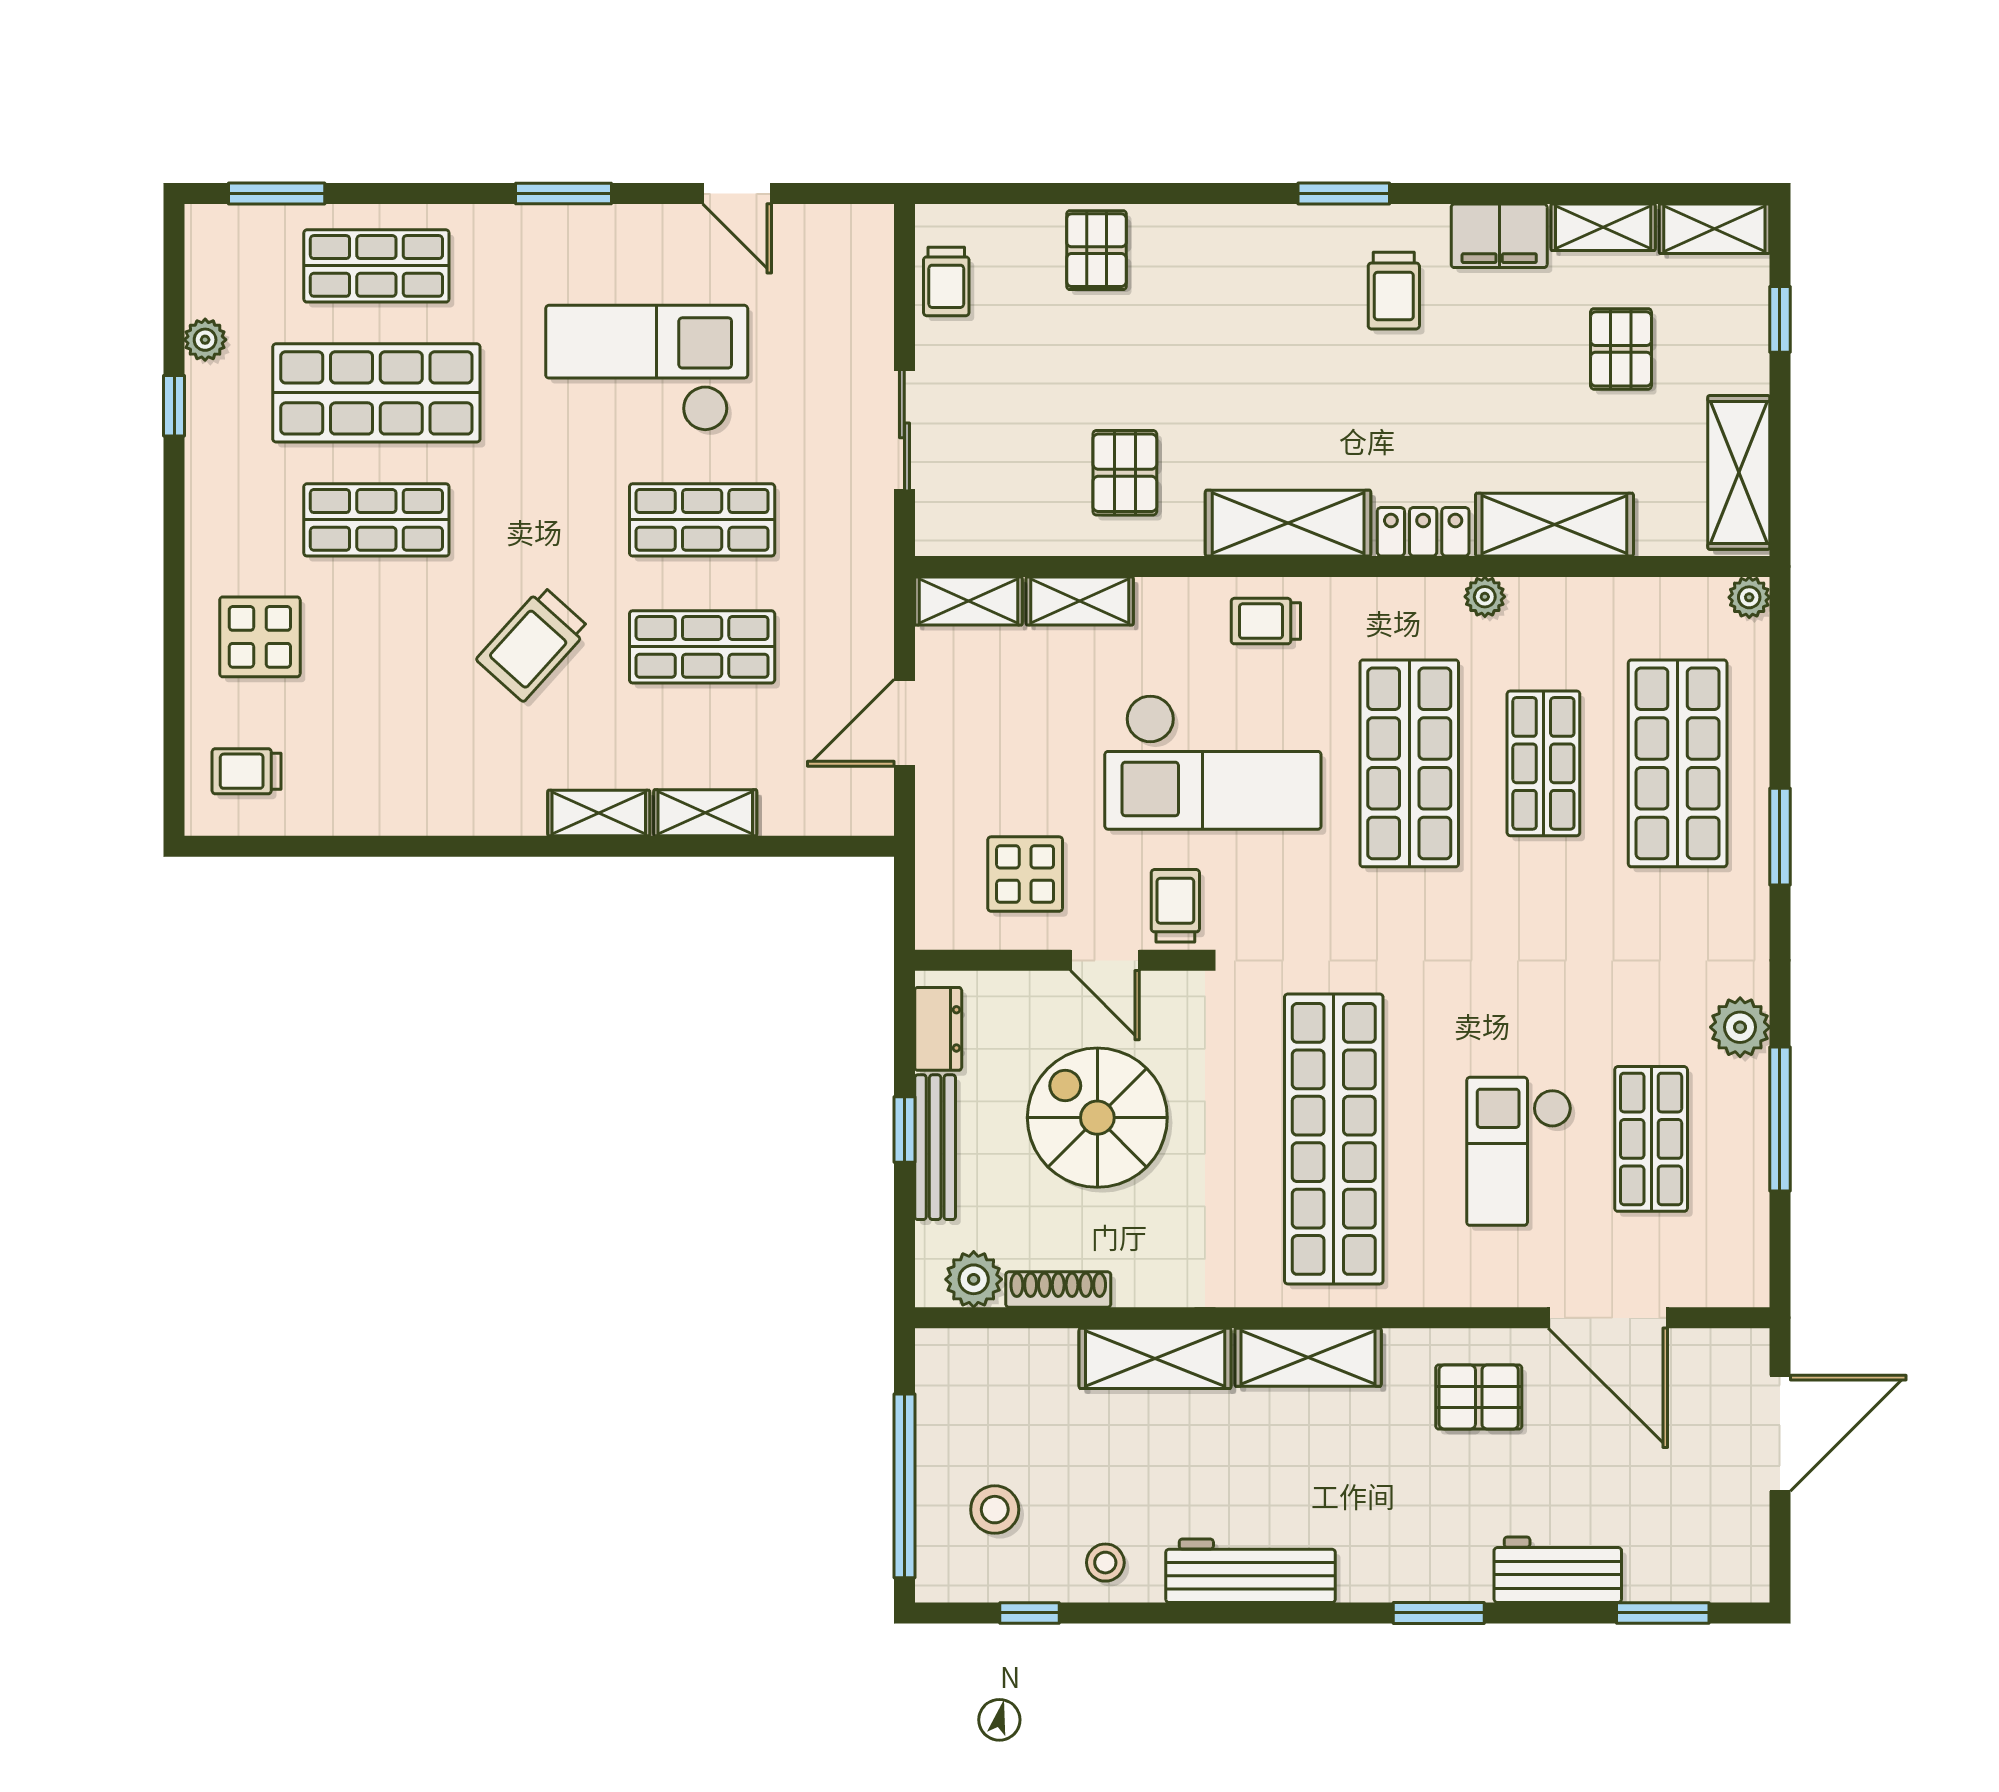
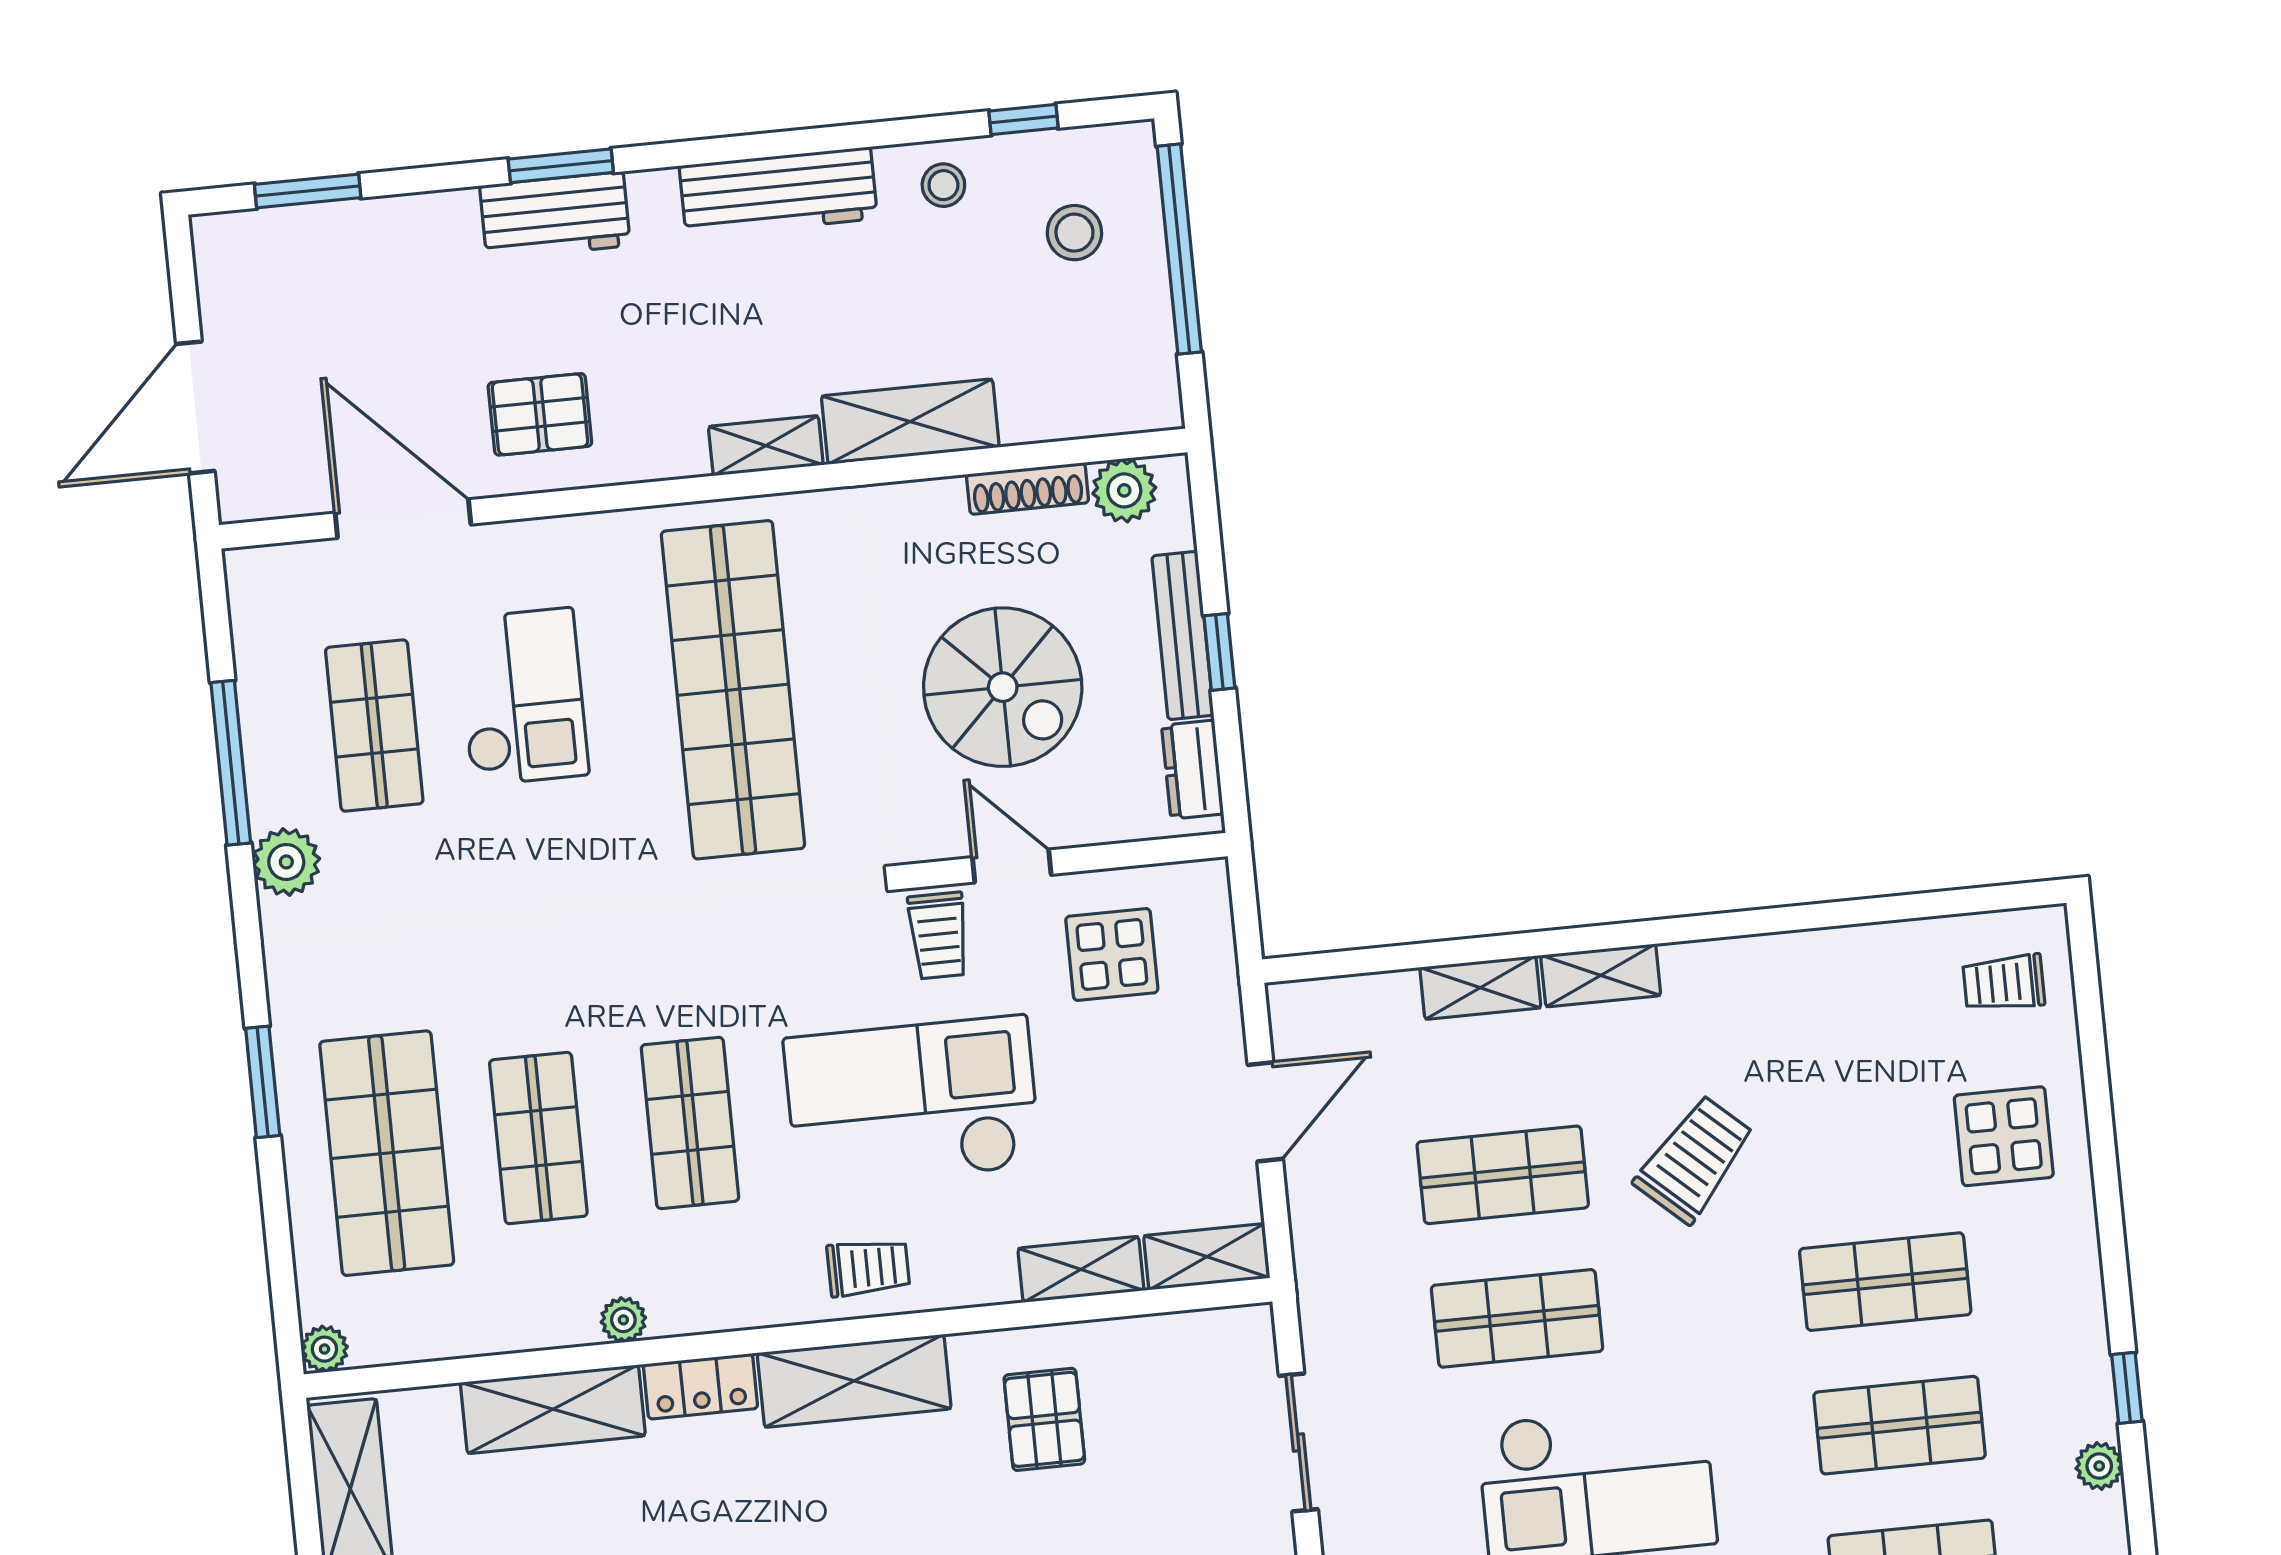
shop shelf: (376, 393) -> (1900, 1425), width x0.70, depth x0.74
shop shelf: (1409, 763) -> (690, 1123), width x0.70, depth x0.74
trolley: (246, 771) -> (2004, 983), turned 180
shelving: (1308, 1357) -> (766, 446), width x0.67, depth x0.75
workbench: (1558, 1570) -> (555, 216), moved

